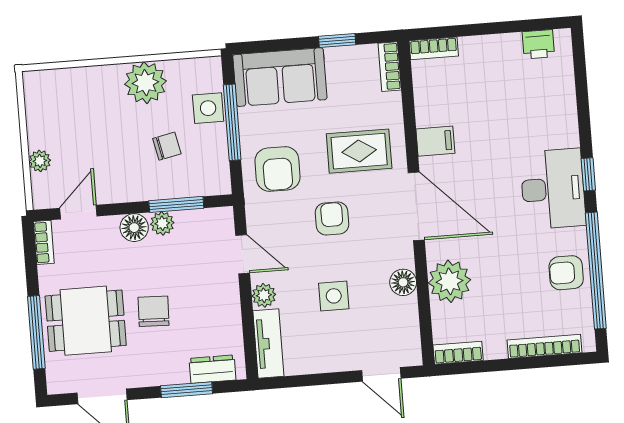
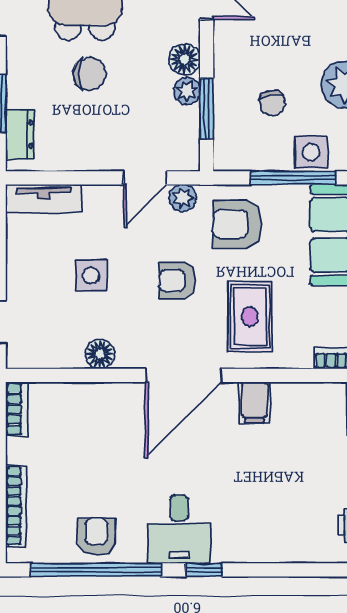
desk: (553, 189) -> (179, 529), width x0.73
armchair: (332, 219) -> (177, 281), turned 180
plant: (450, 281) -> (97, 406), removed
plant: (264, 295) -> (183, 198), moved

